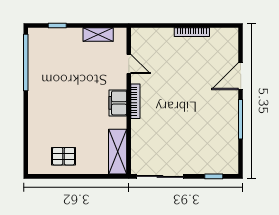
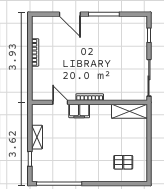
shelving: (98, 34) -> (37, 137), moved
door: (129, 64) -> (60, 102), hinge flipped
filing cabinet: (118, 103) -> (79, 111), moved
pallet: (63, 156) -> (123, 162), moved, turned 90

